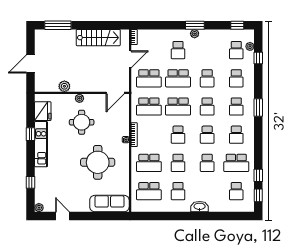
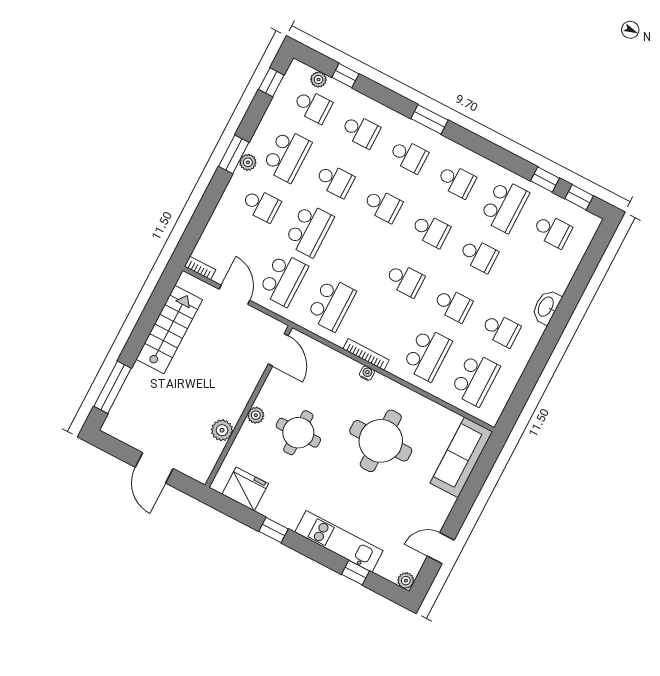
school desk: (178, 107) -> (287, 155), moved
kitchen unit: (41, 144) -> (339, 541), moved

